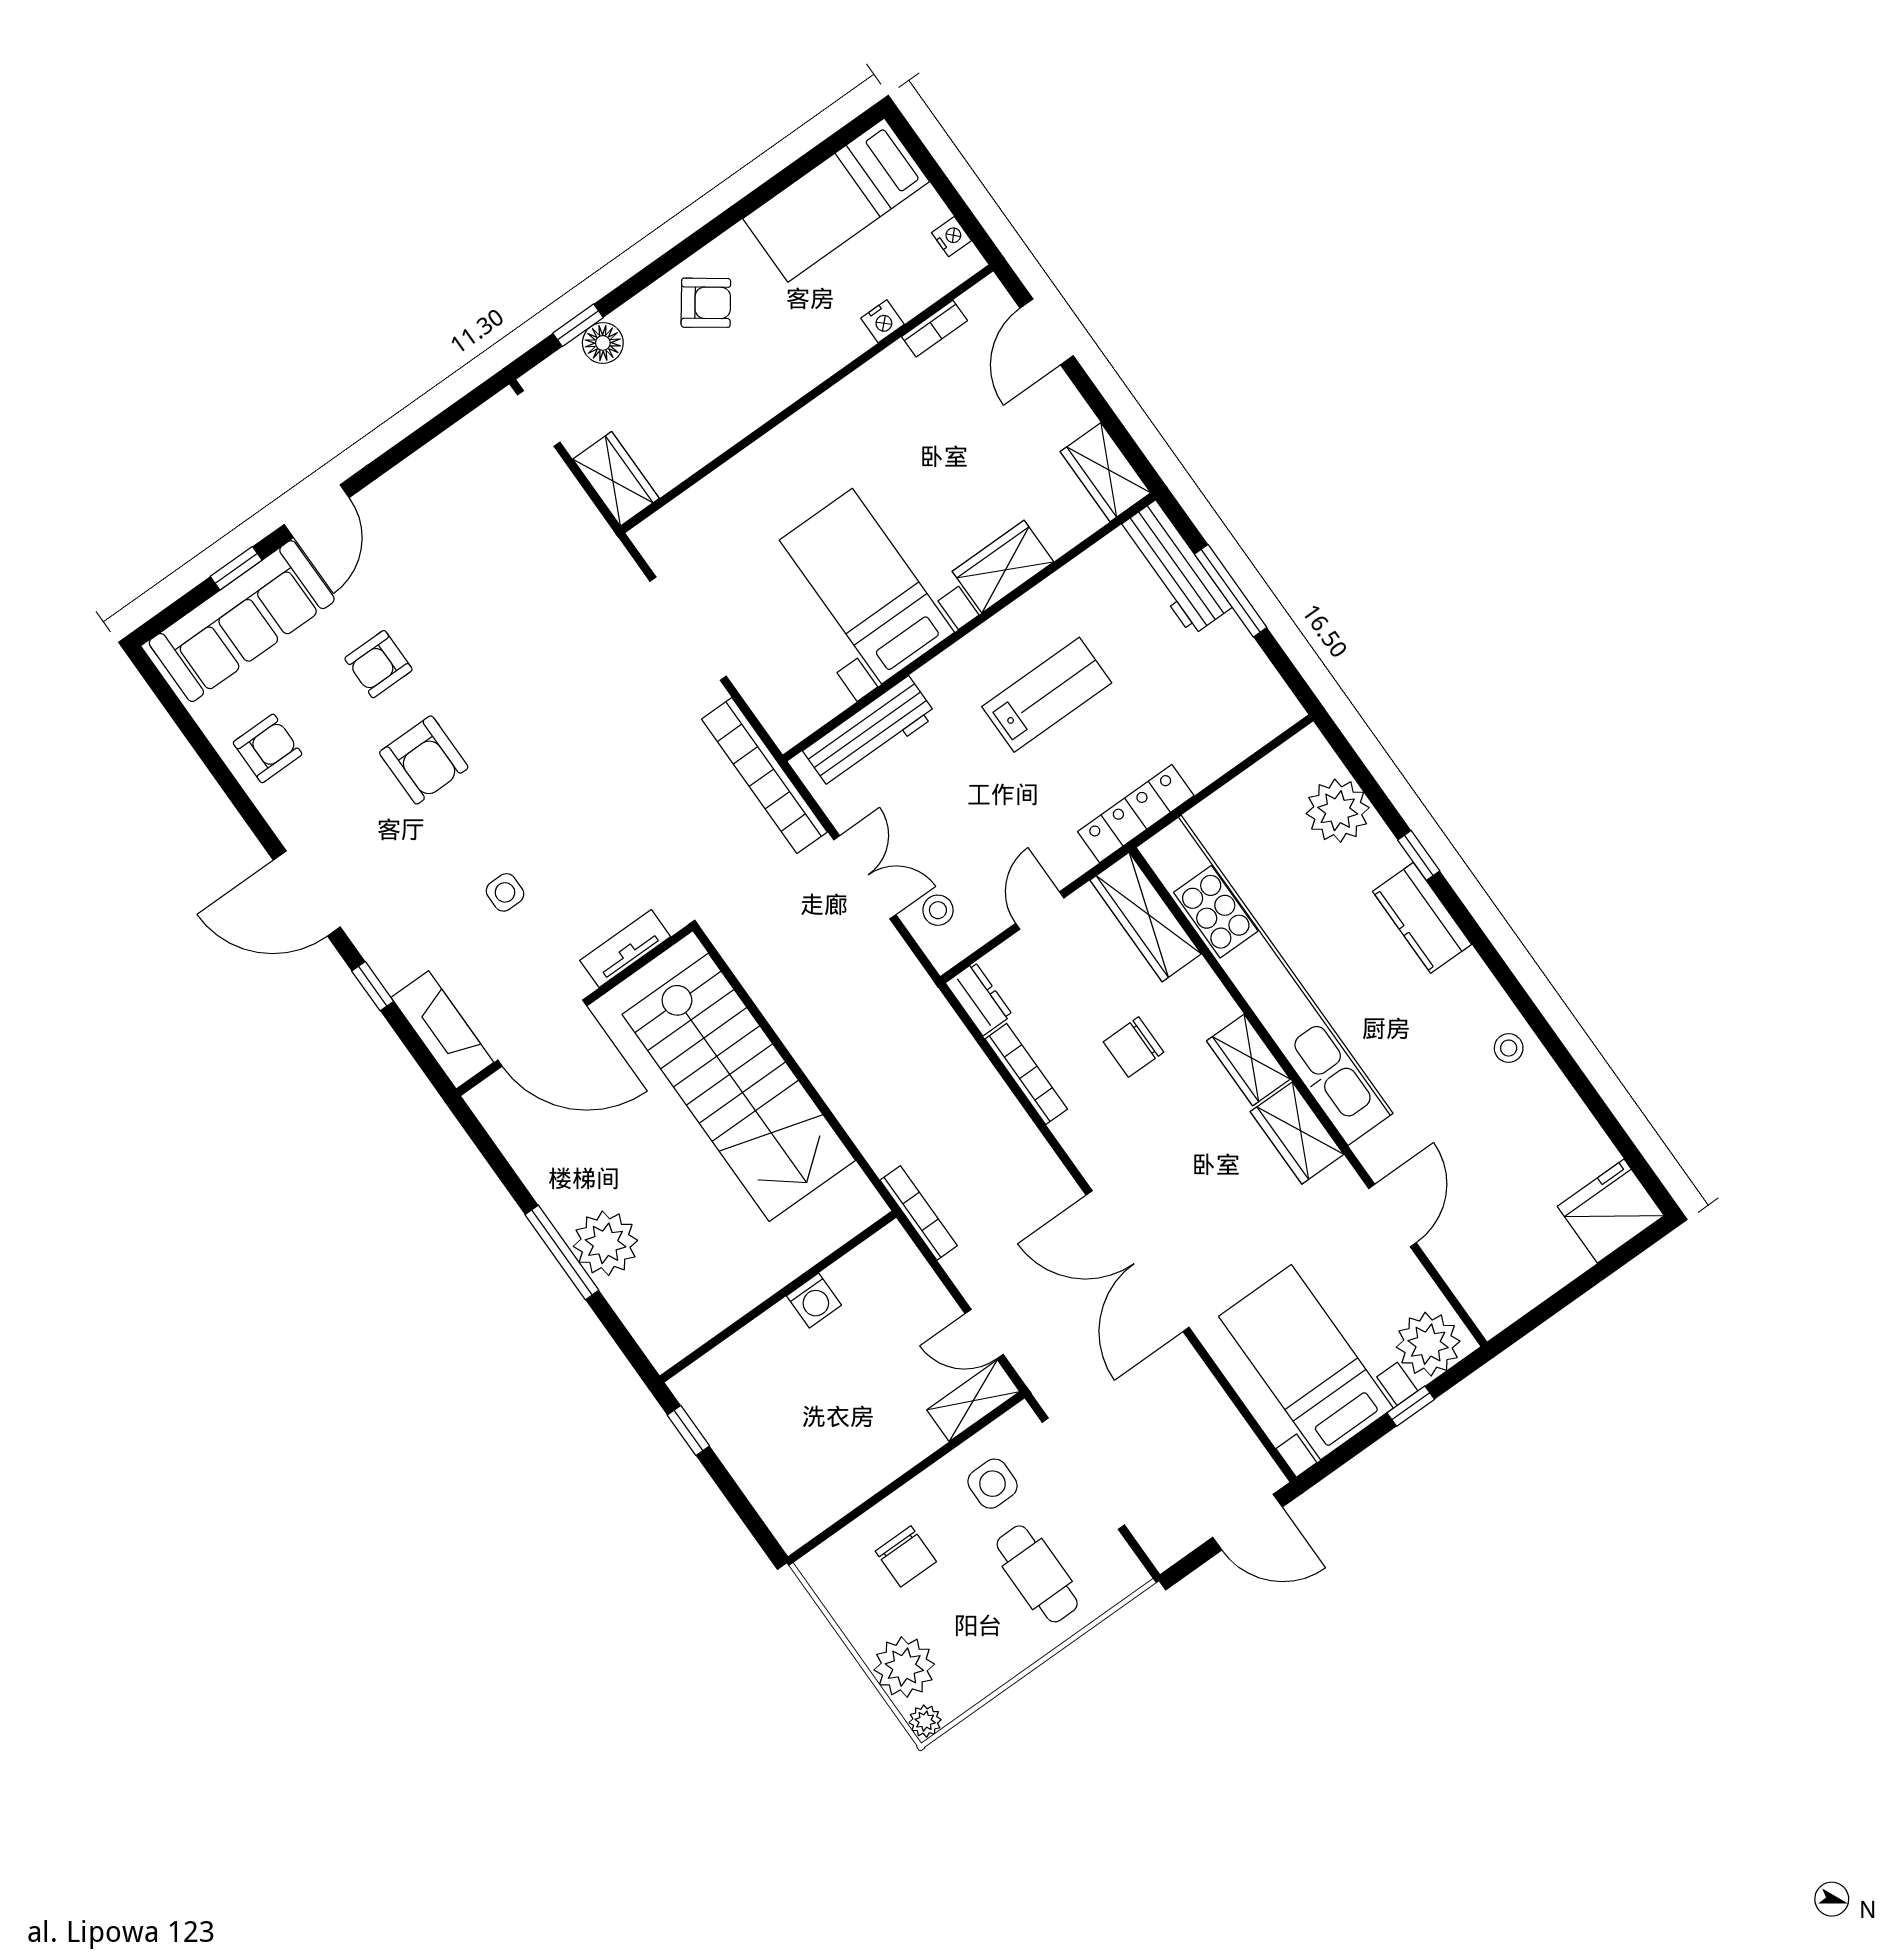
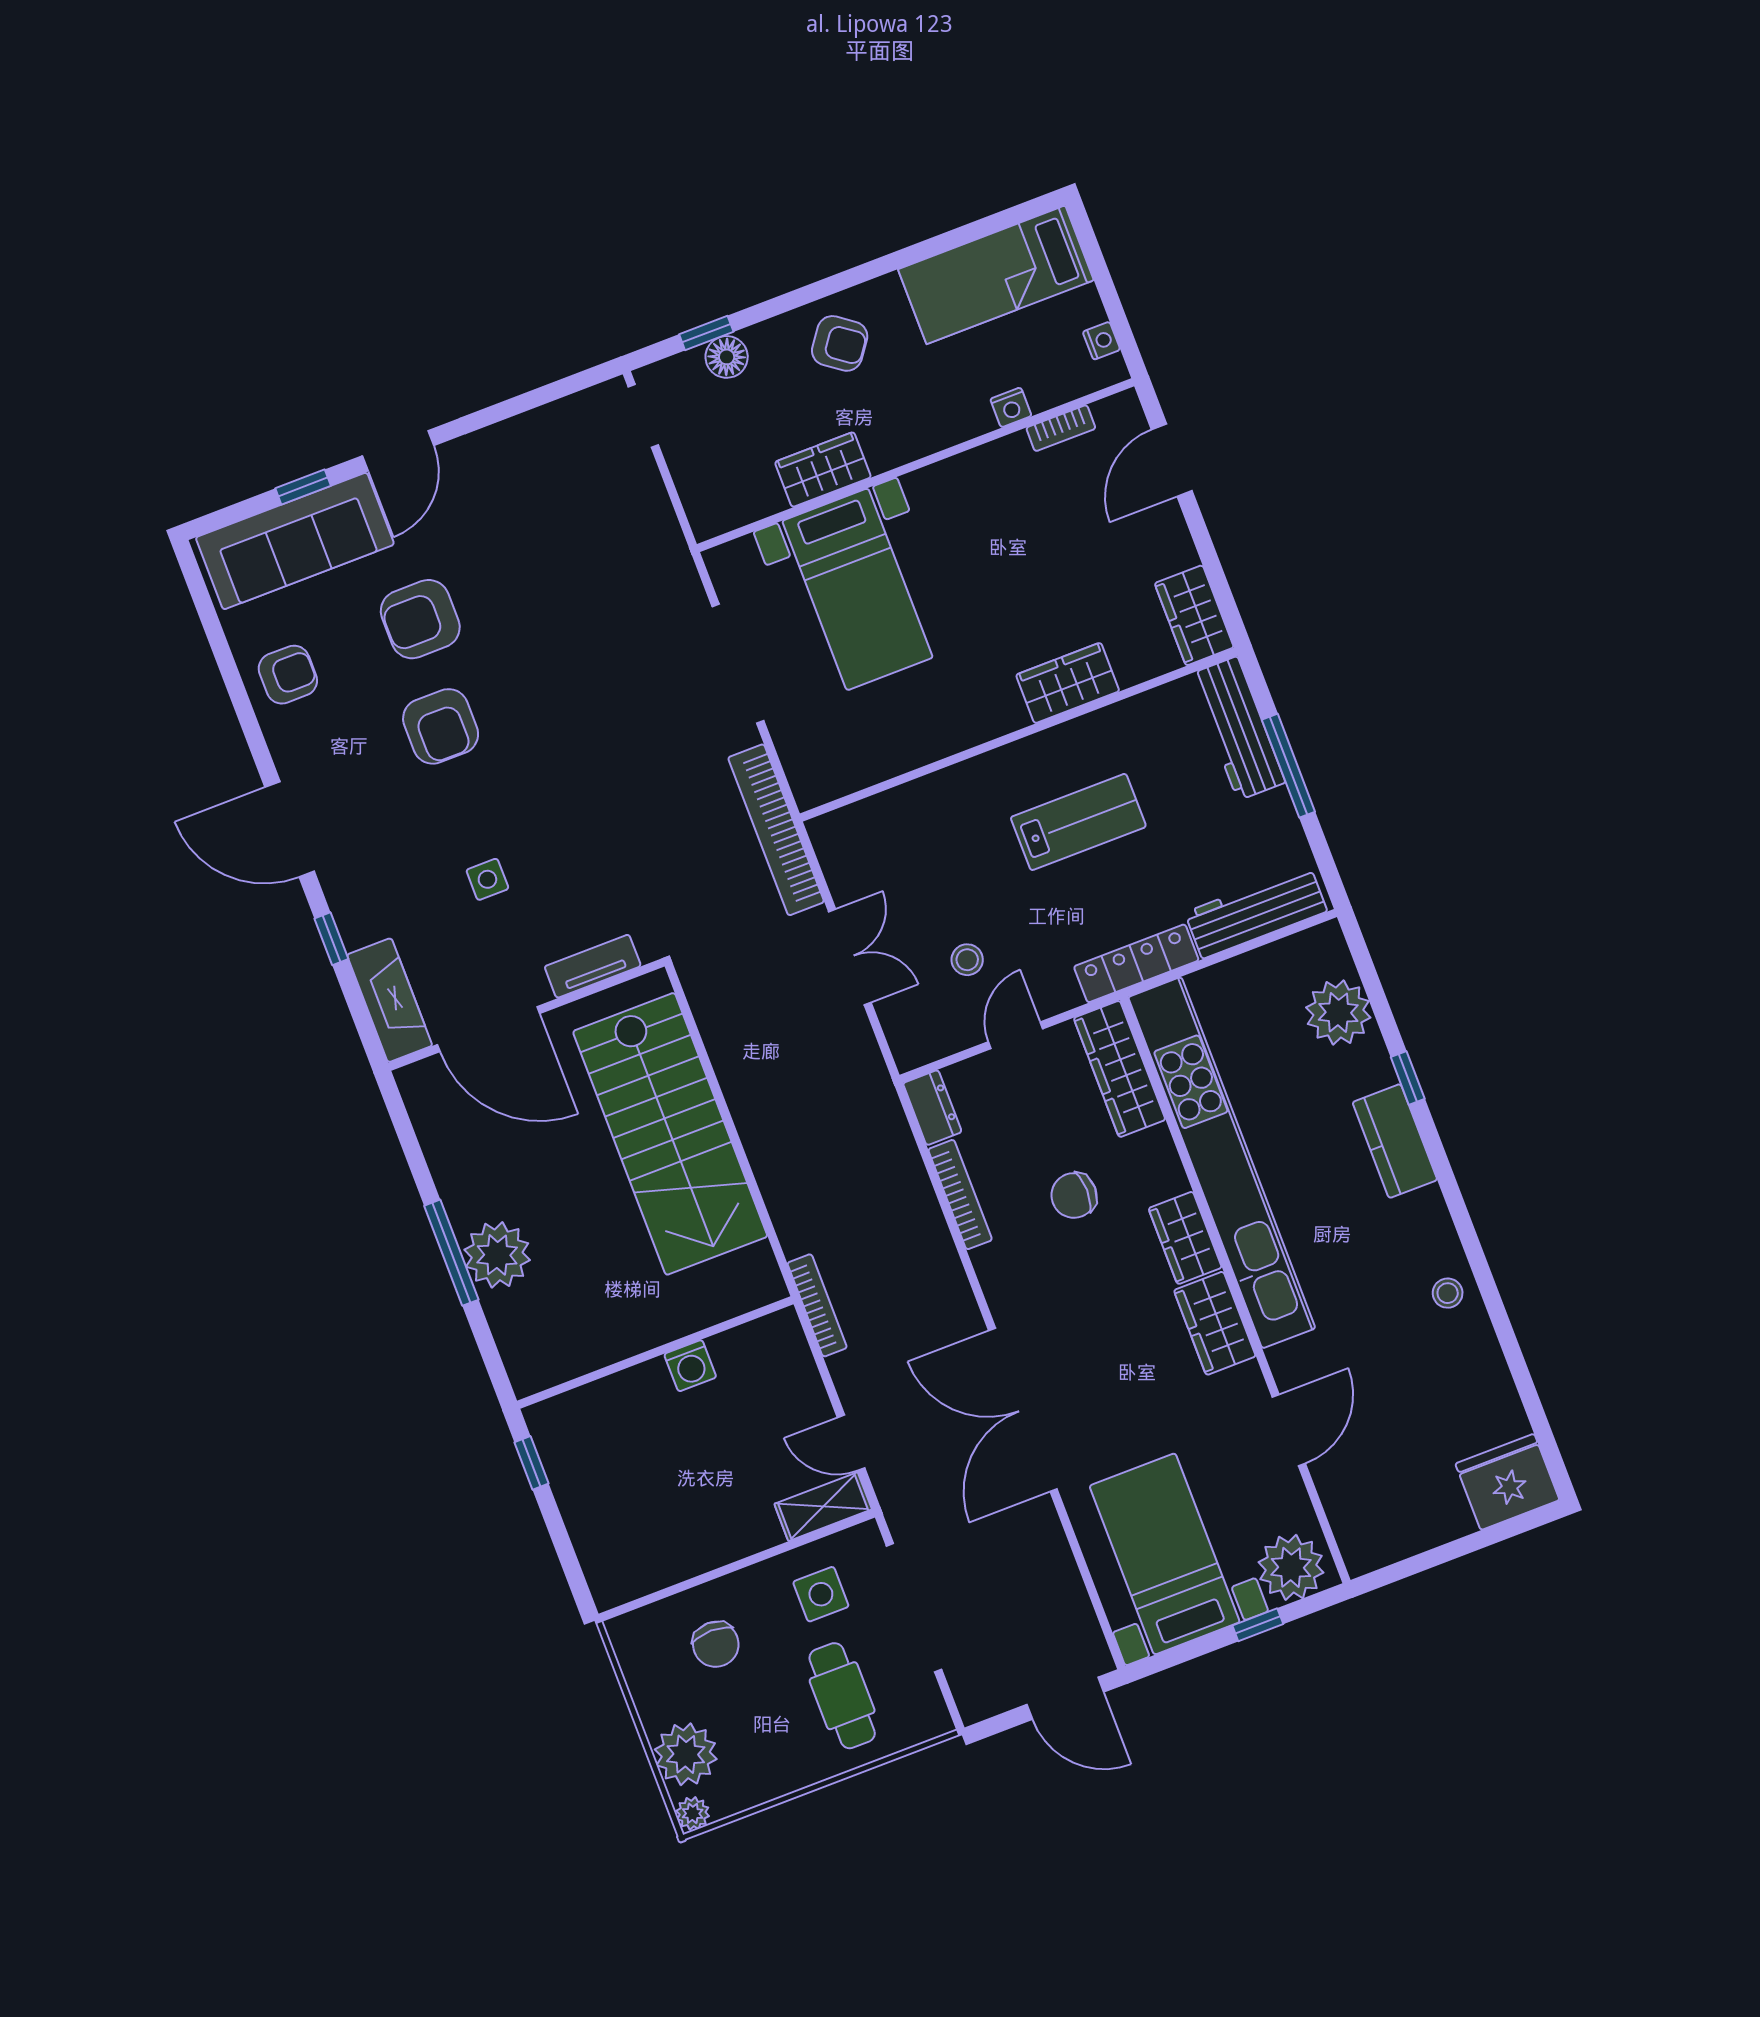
wardrobe: (616, 479) -> (823, 470), moved, turned -90
bed with nightstands: (867, 586) -> (857, 589), moved, turned 180
armchair: (378, 664) -> (420, 619), width x1.38, depth x1.38
workbench: (870, 733) -> (1256, 912), moved, turned 180
stool: (938, 910) -> (967, 960), moved

